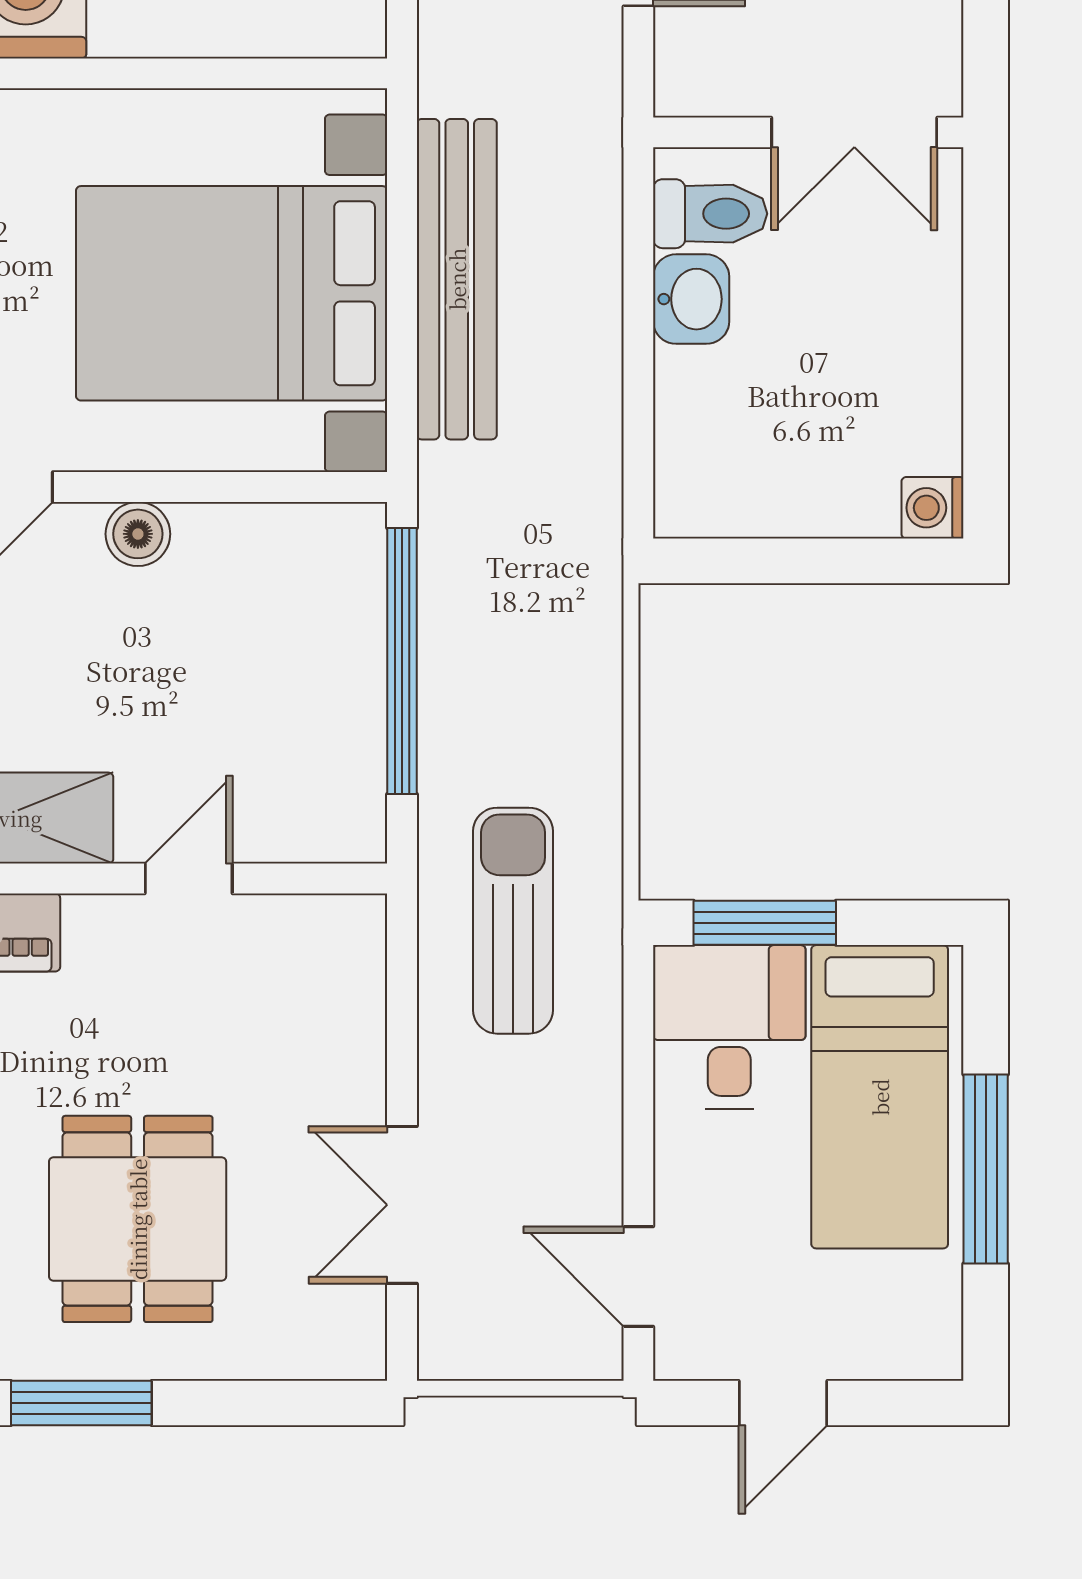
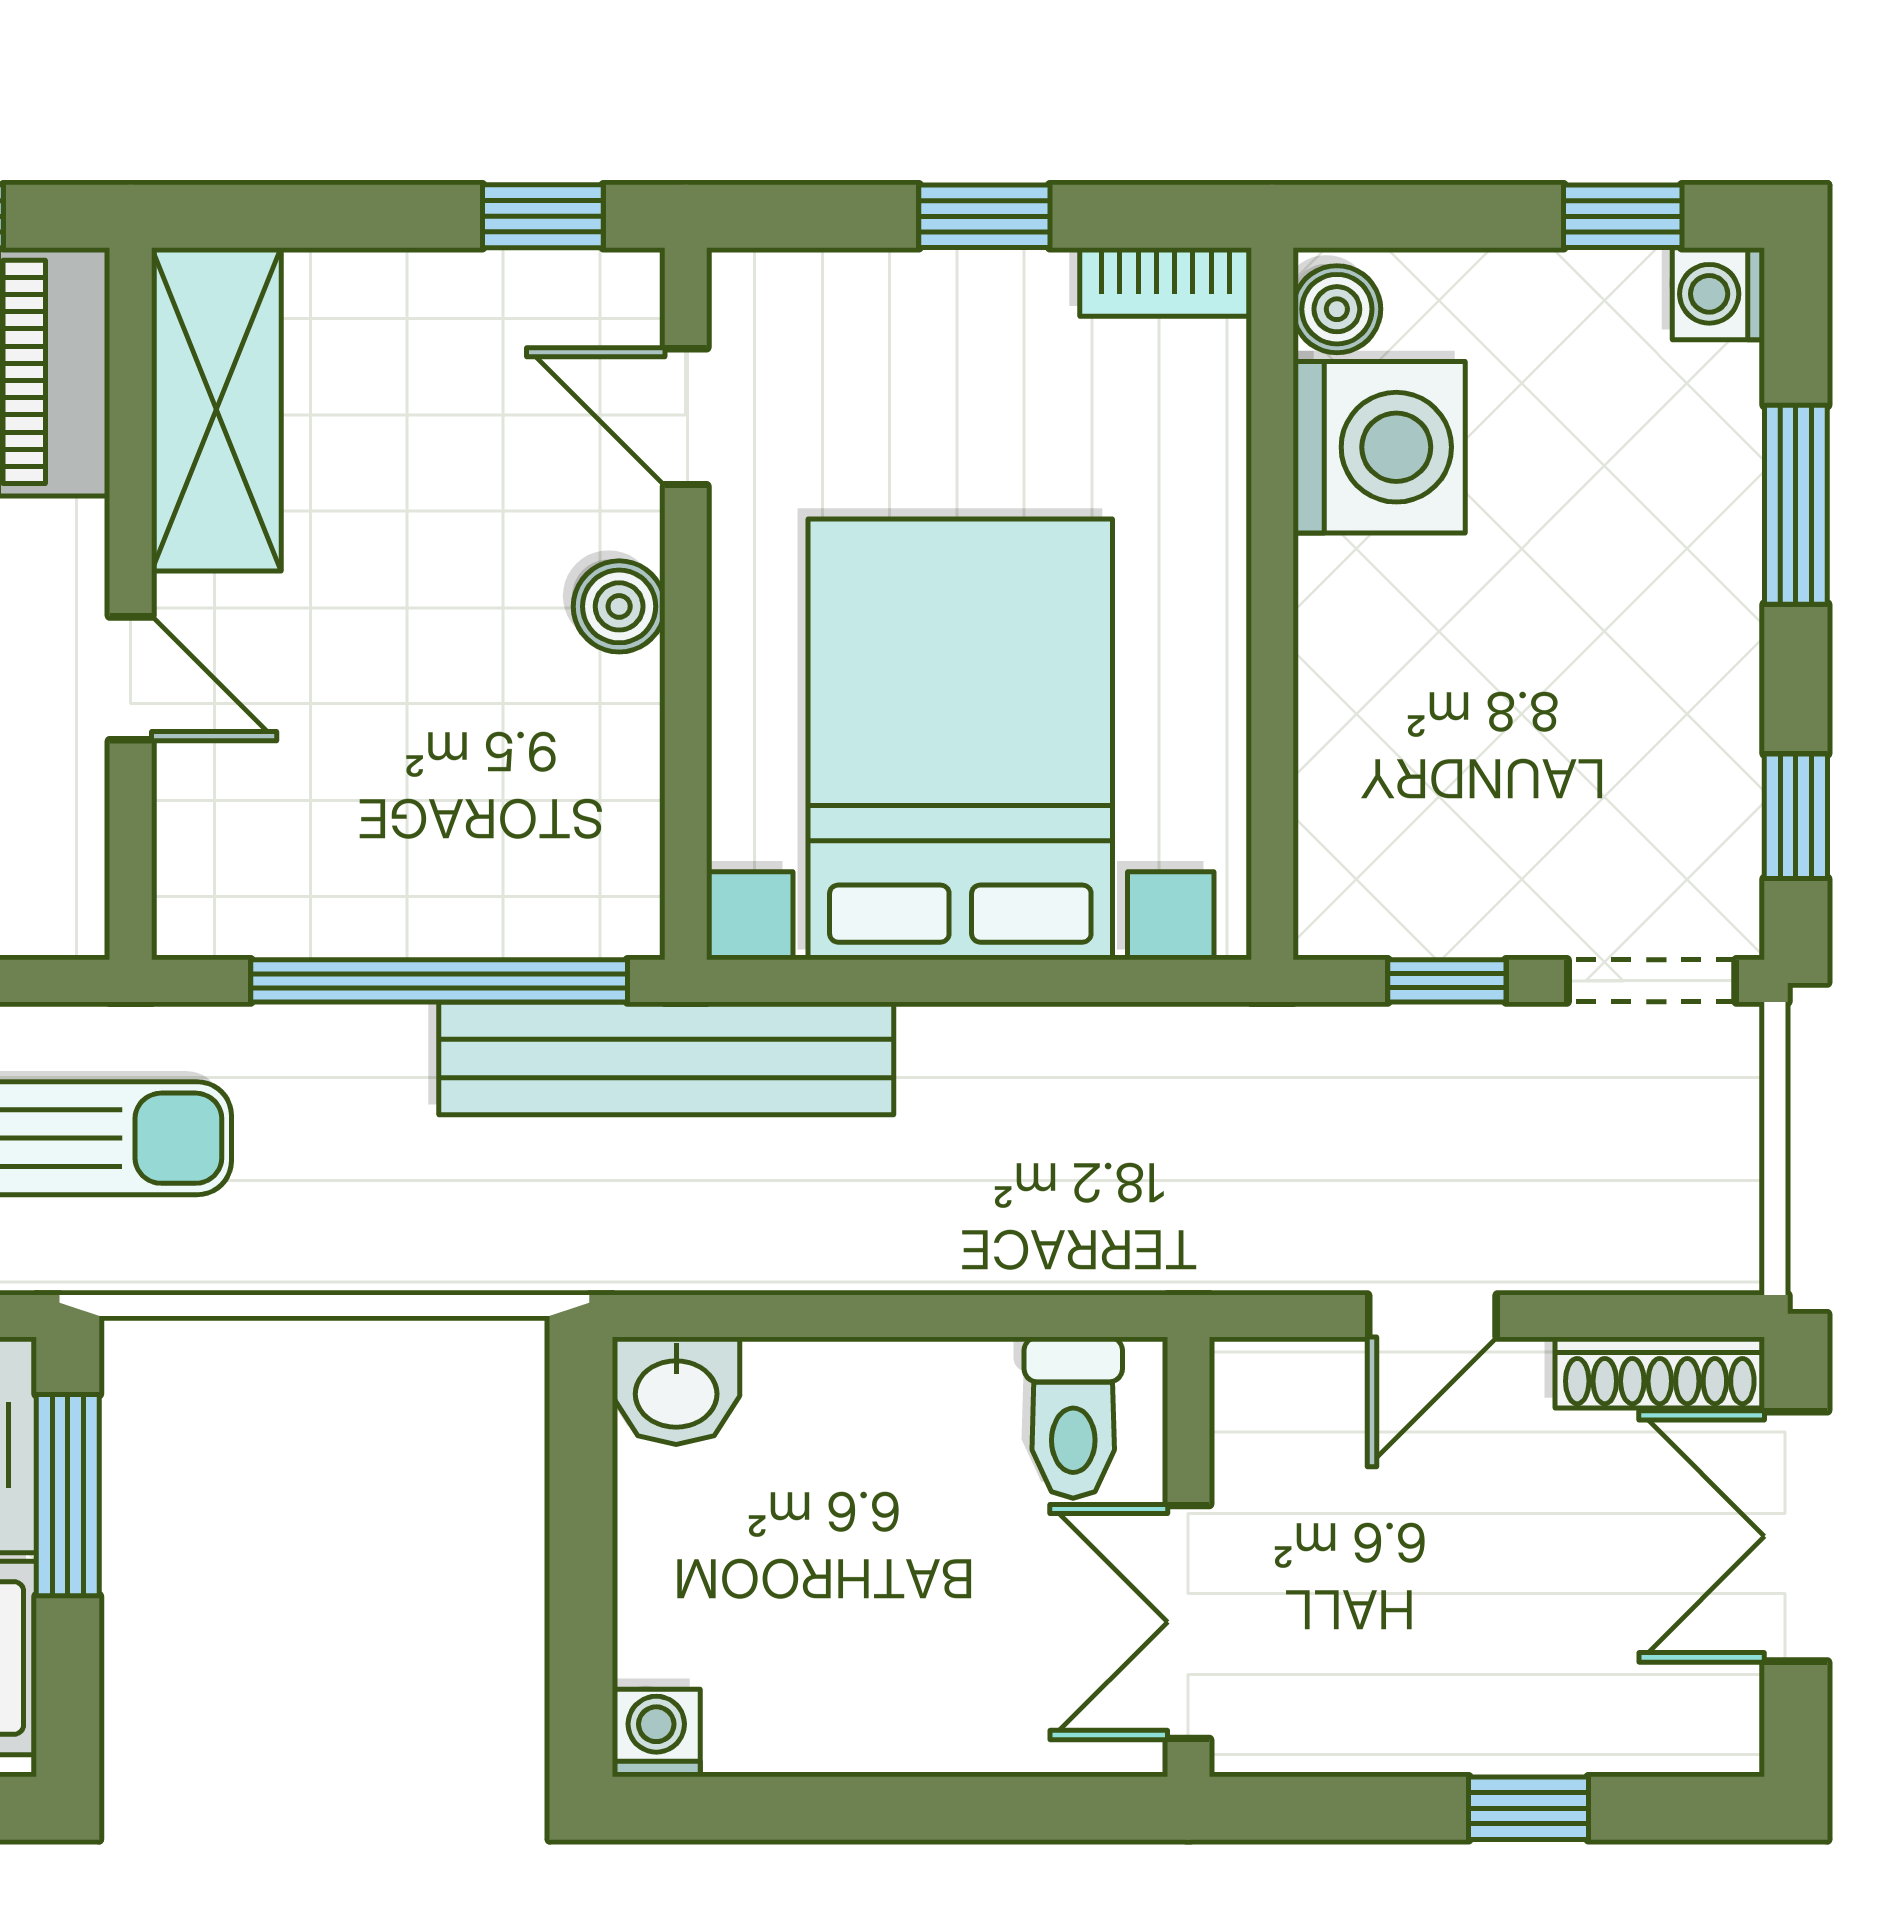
bench: (457, 279) -> (666, 1058), moved
washbasin: (691, 299) -> (676, 1391), moved

